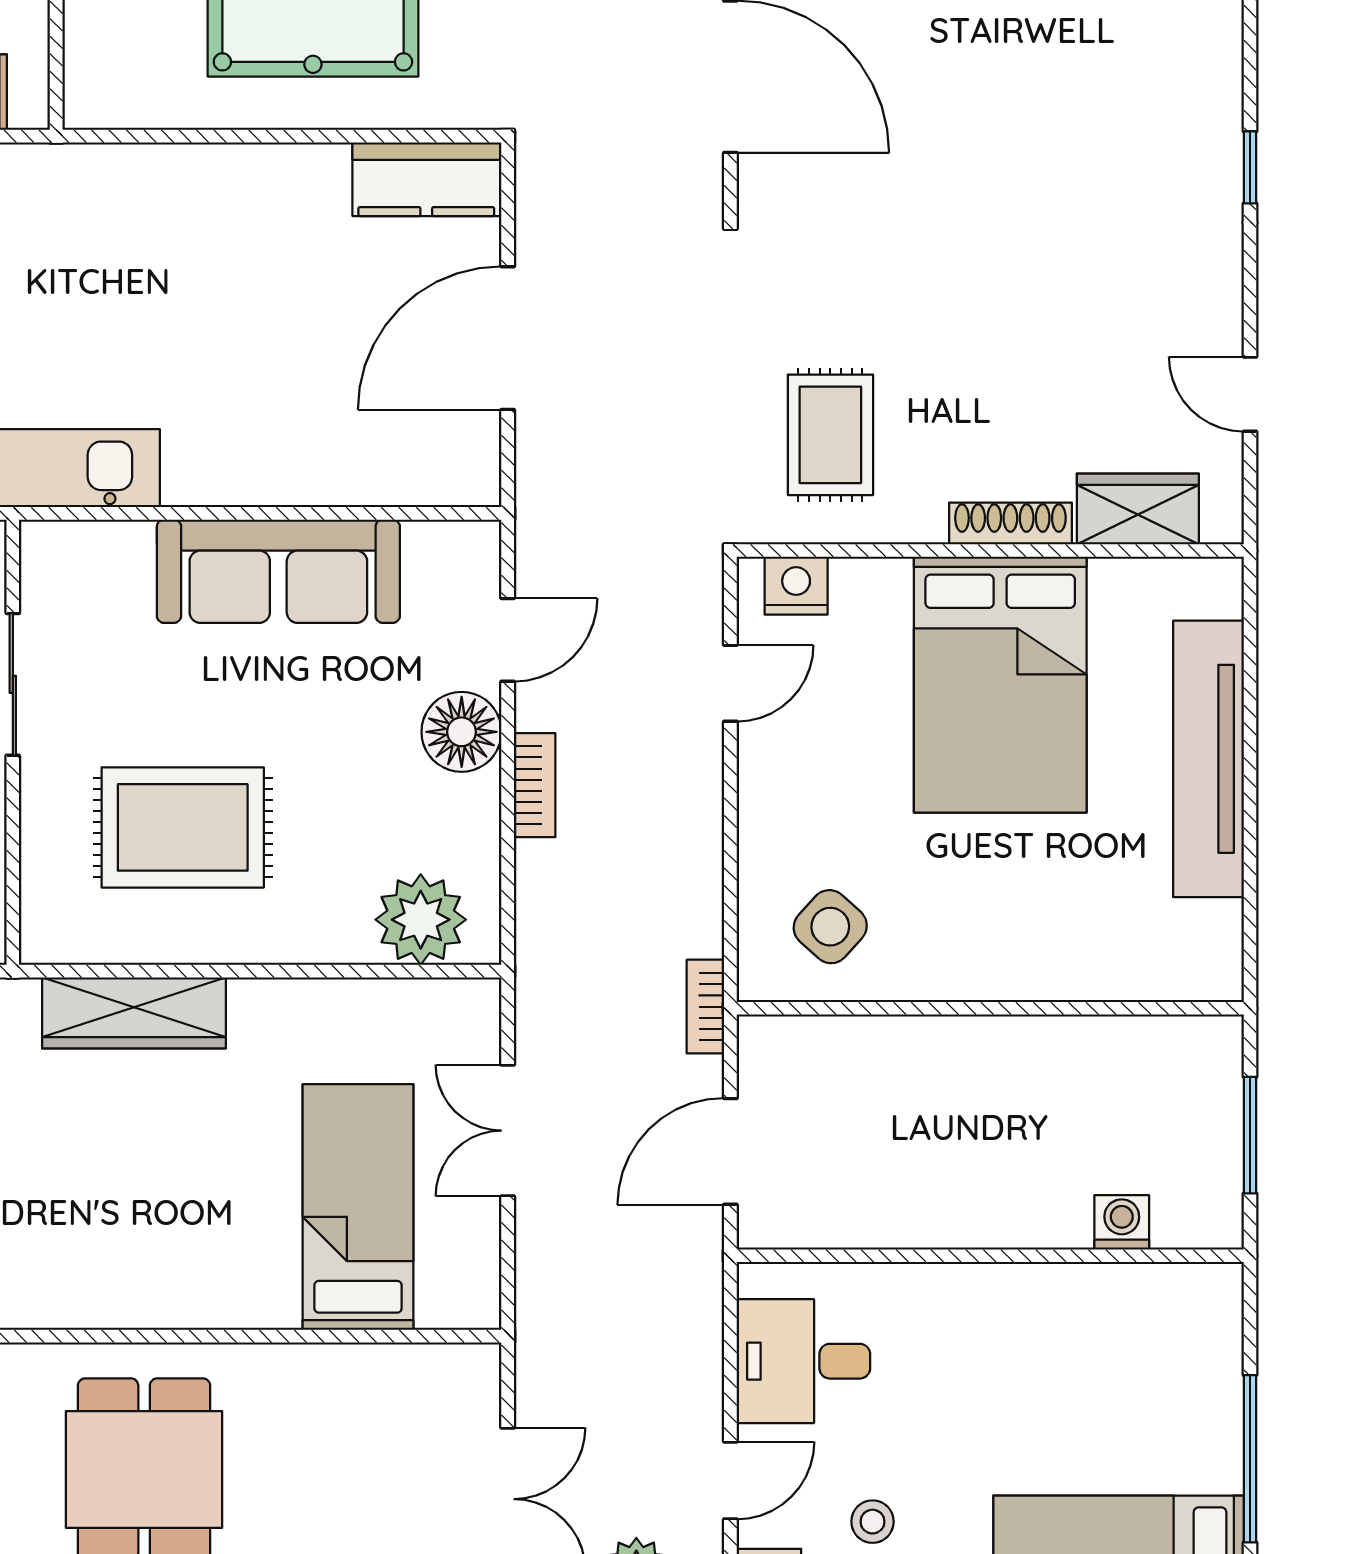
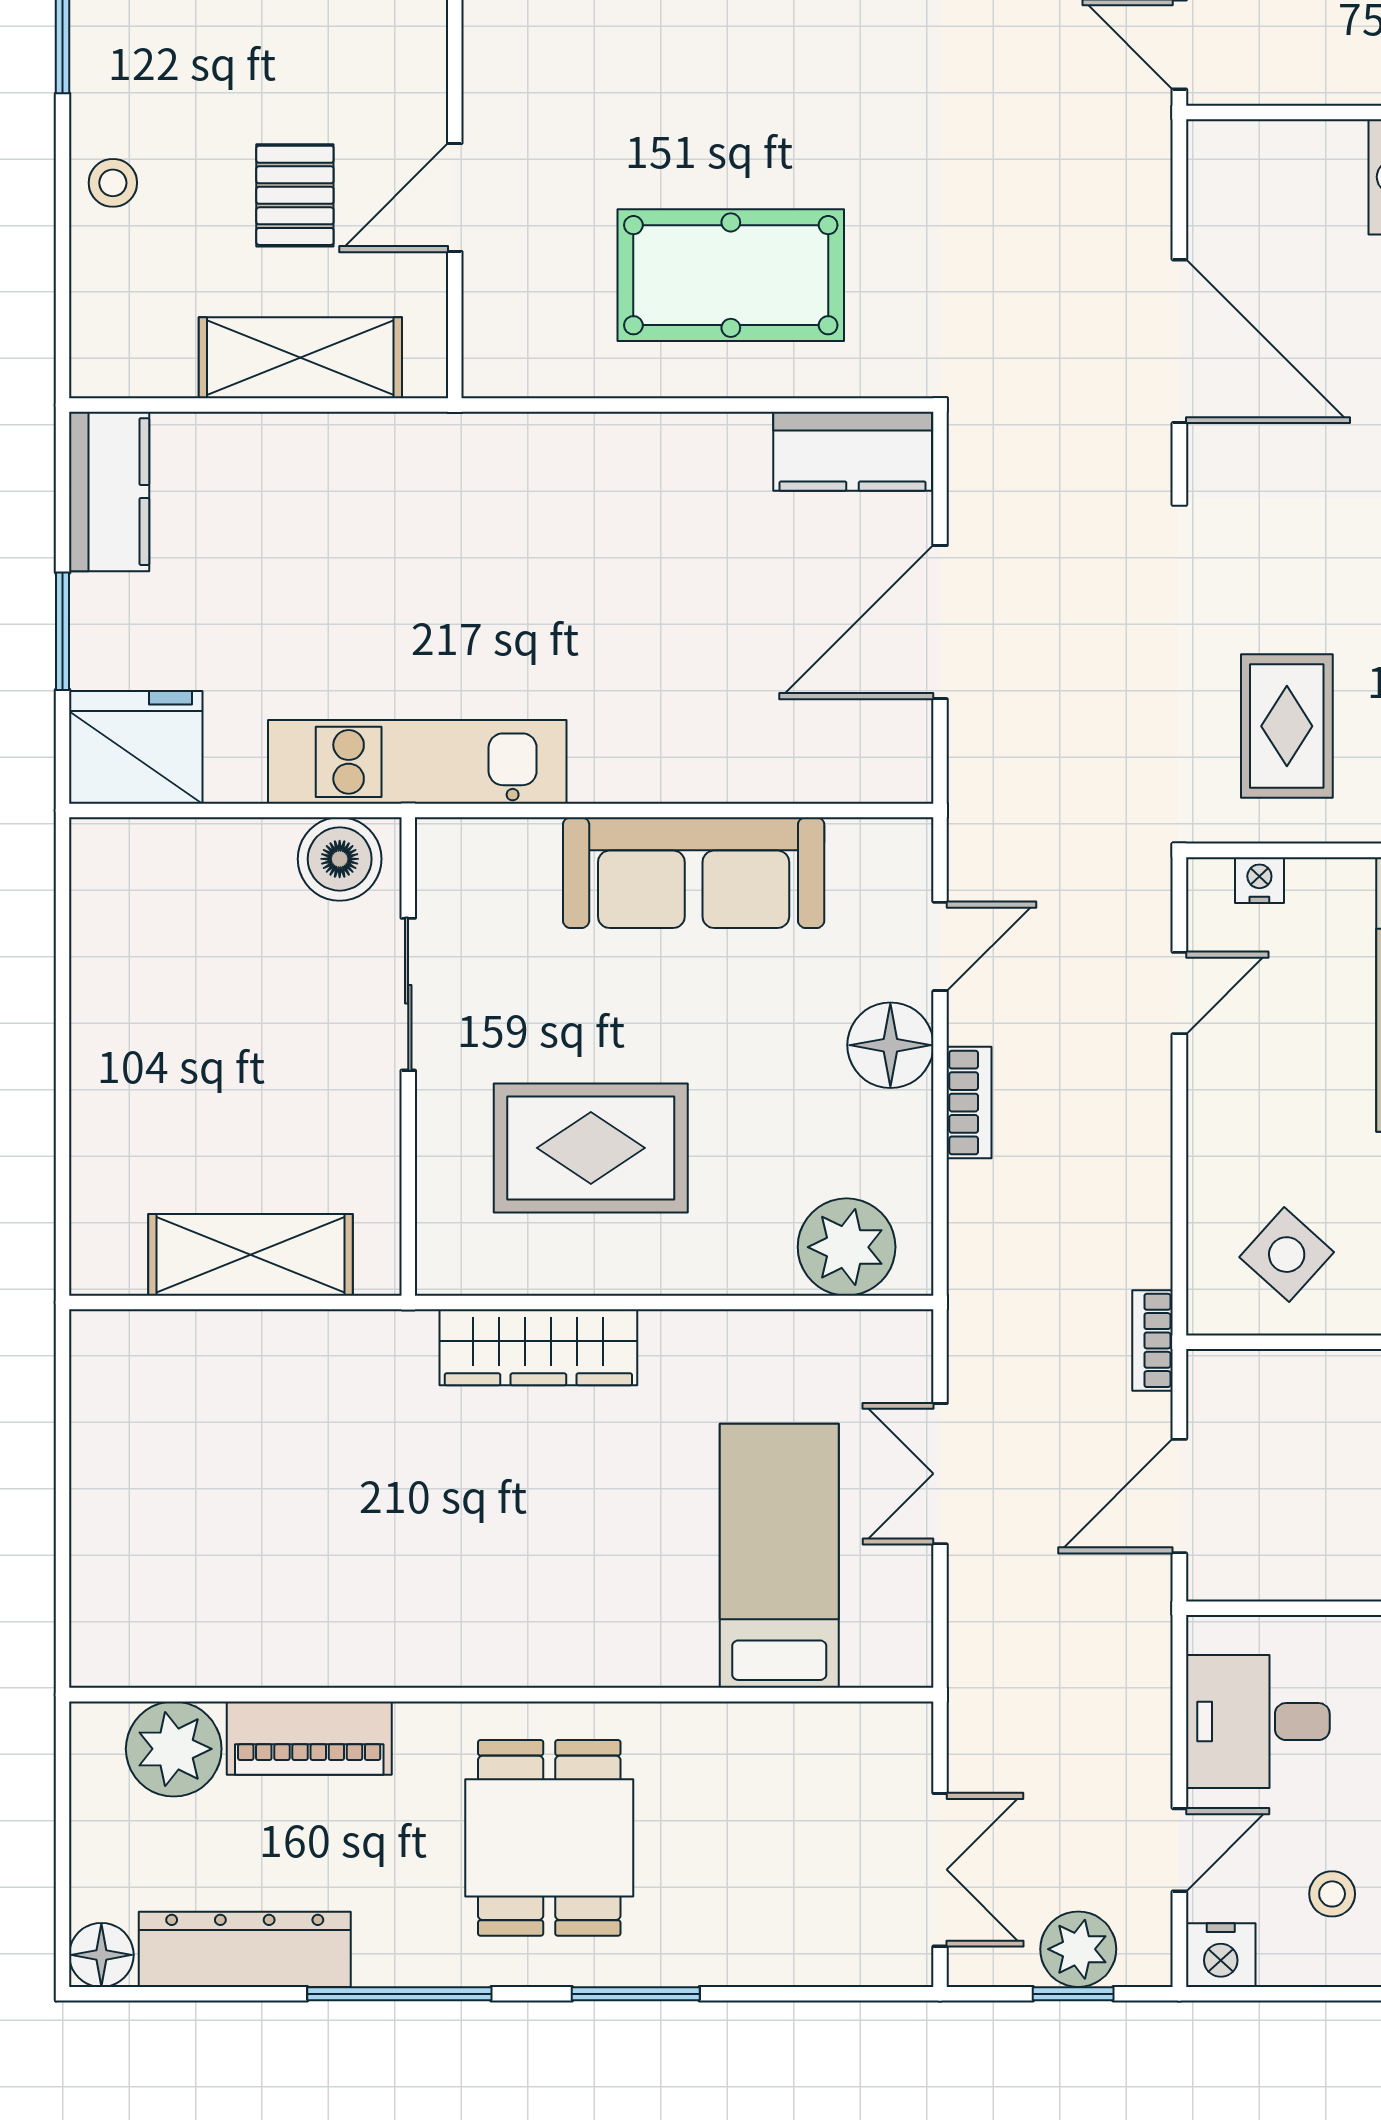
nightstand: (796, 586) -> (1259, 880), width x0.72, depth x0.74

